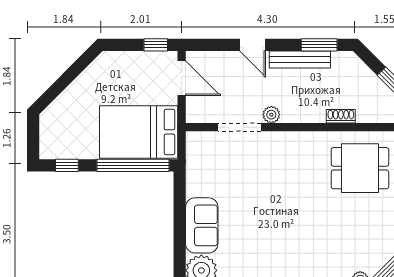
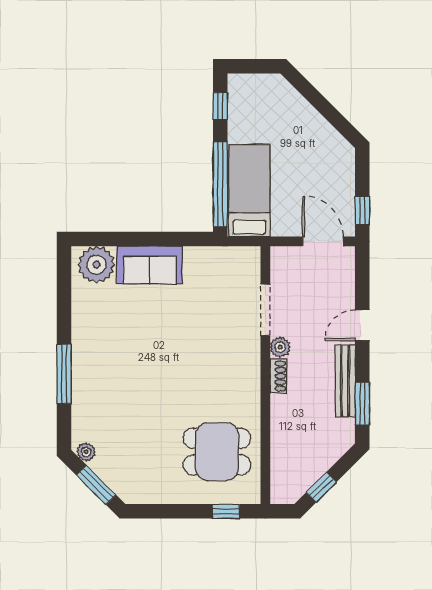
door: (182, 78) -> (323, 241), swing flipped
shoe rack: (341, 116) -> (278, 376), moved
bed: (139, 132) -> (249, 191), width x0.67
dining table: (360, 168) -> (217, 452), turned 90

